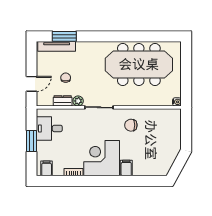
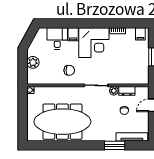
window: (64, 36) -> (115, 145), moved
desk: (49, 128) -> (57, 38), moved, turned -90
plant: (174, 135) -> (33, 62), added

